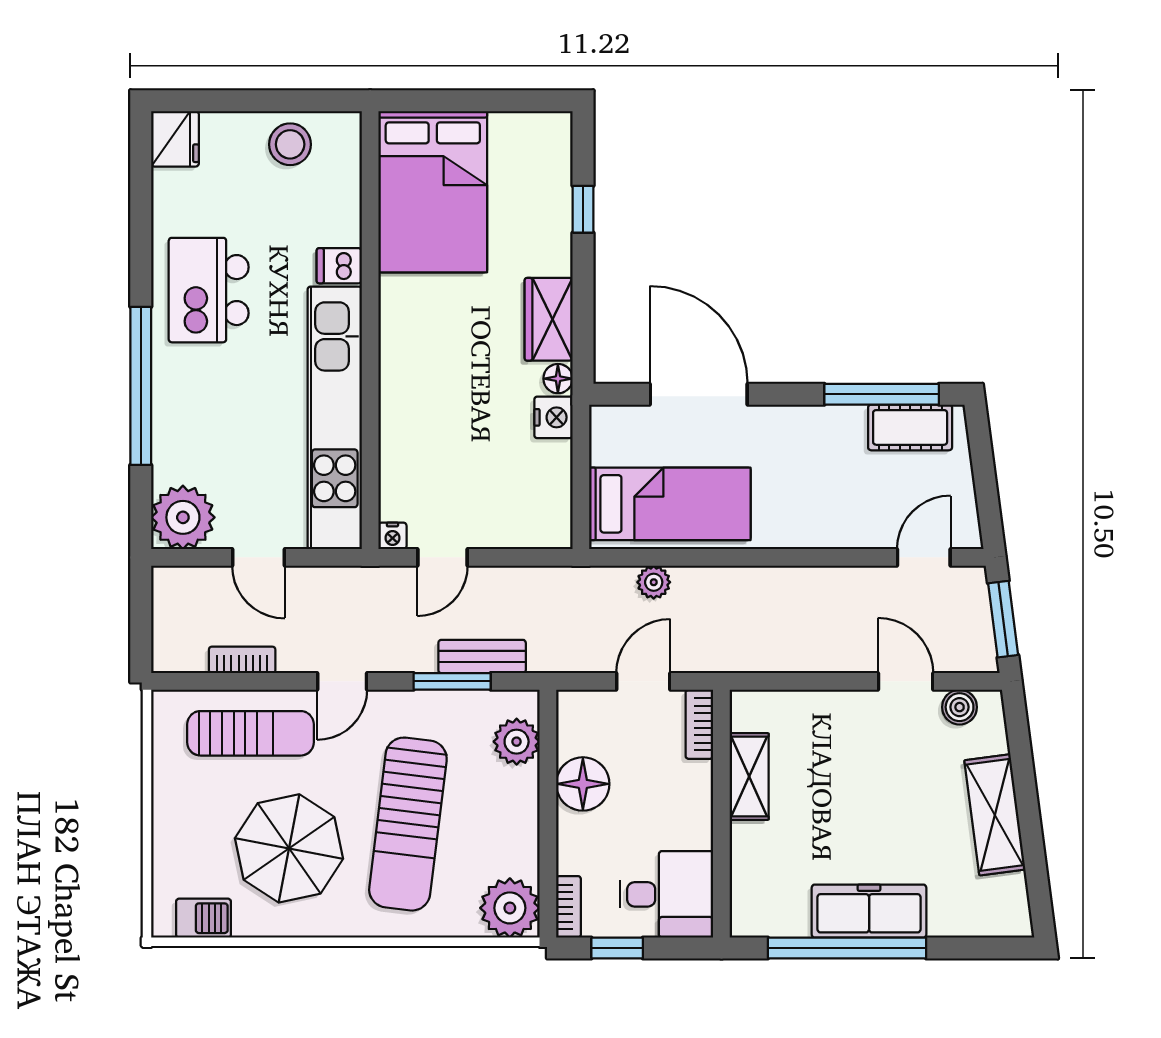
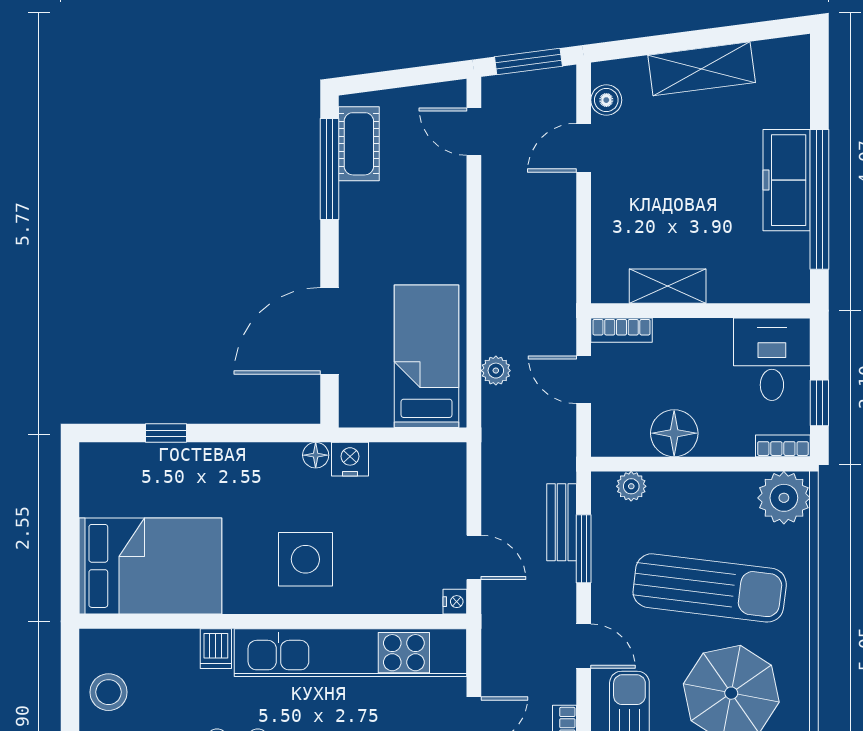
wardrobe: (549, 319) -> (263, 463), removed
side table: (440, 367) -> (305, 559), added
plant: (517, 742) -> (631, 486), width x0.73, depth x0.73

